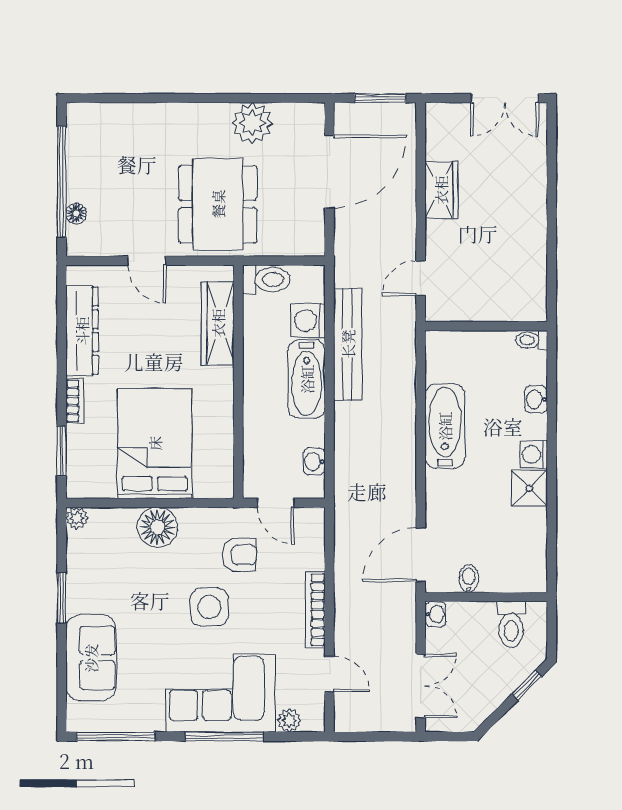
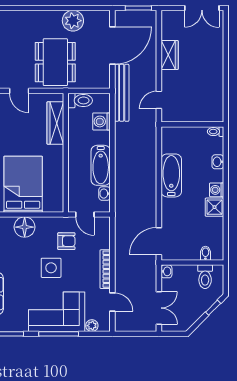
bench: (348, 344) -> (122, 93), moved
bathtub: (307, 379) -> (101, 165), moved
bidet: (469, 579) -> (205, 253), moved

